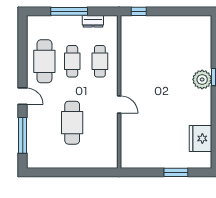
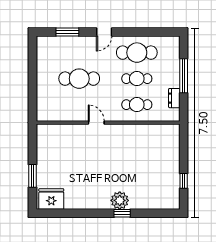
window: (139, 11) -> (184, 181), moved
door: (119, 104) -> (96, 123), swing flipped
window: (23, 135) -> (67, 32), width x0.69
fridge: (201, 138) -> (51, 199), moved

